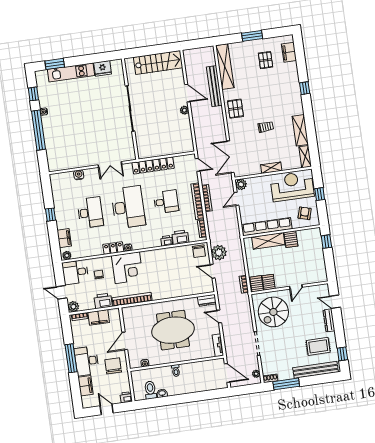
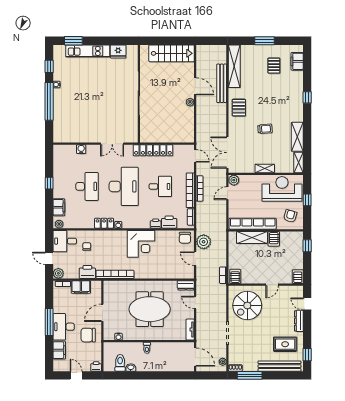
corner desk: (127, 268) -> (141, 244), moved
server rack: (269, 282) -> (298, 277), moved
chair: (113, 366) -> (88, 335), turned -90

